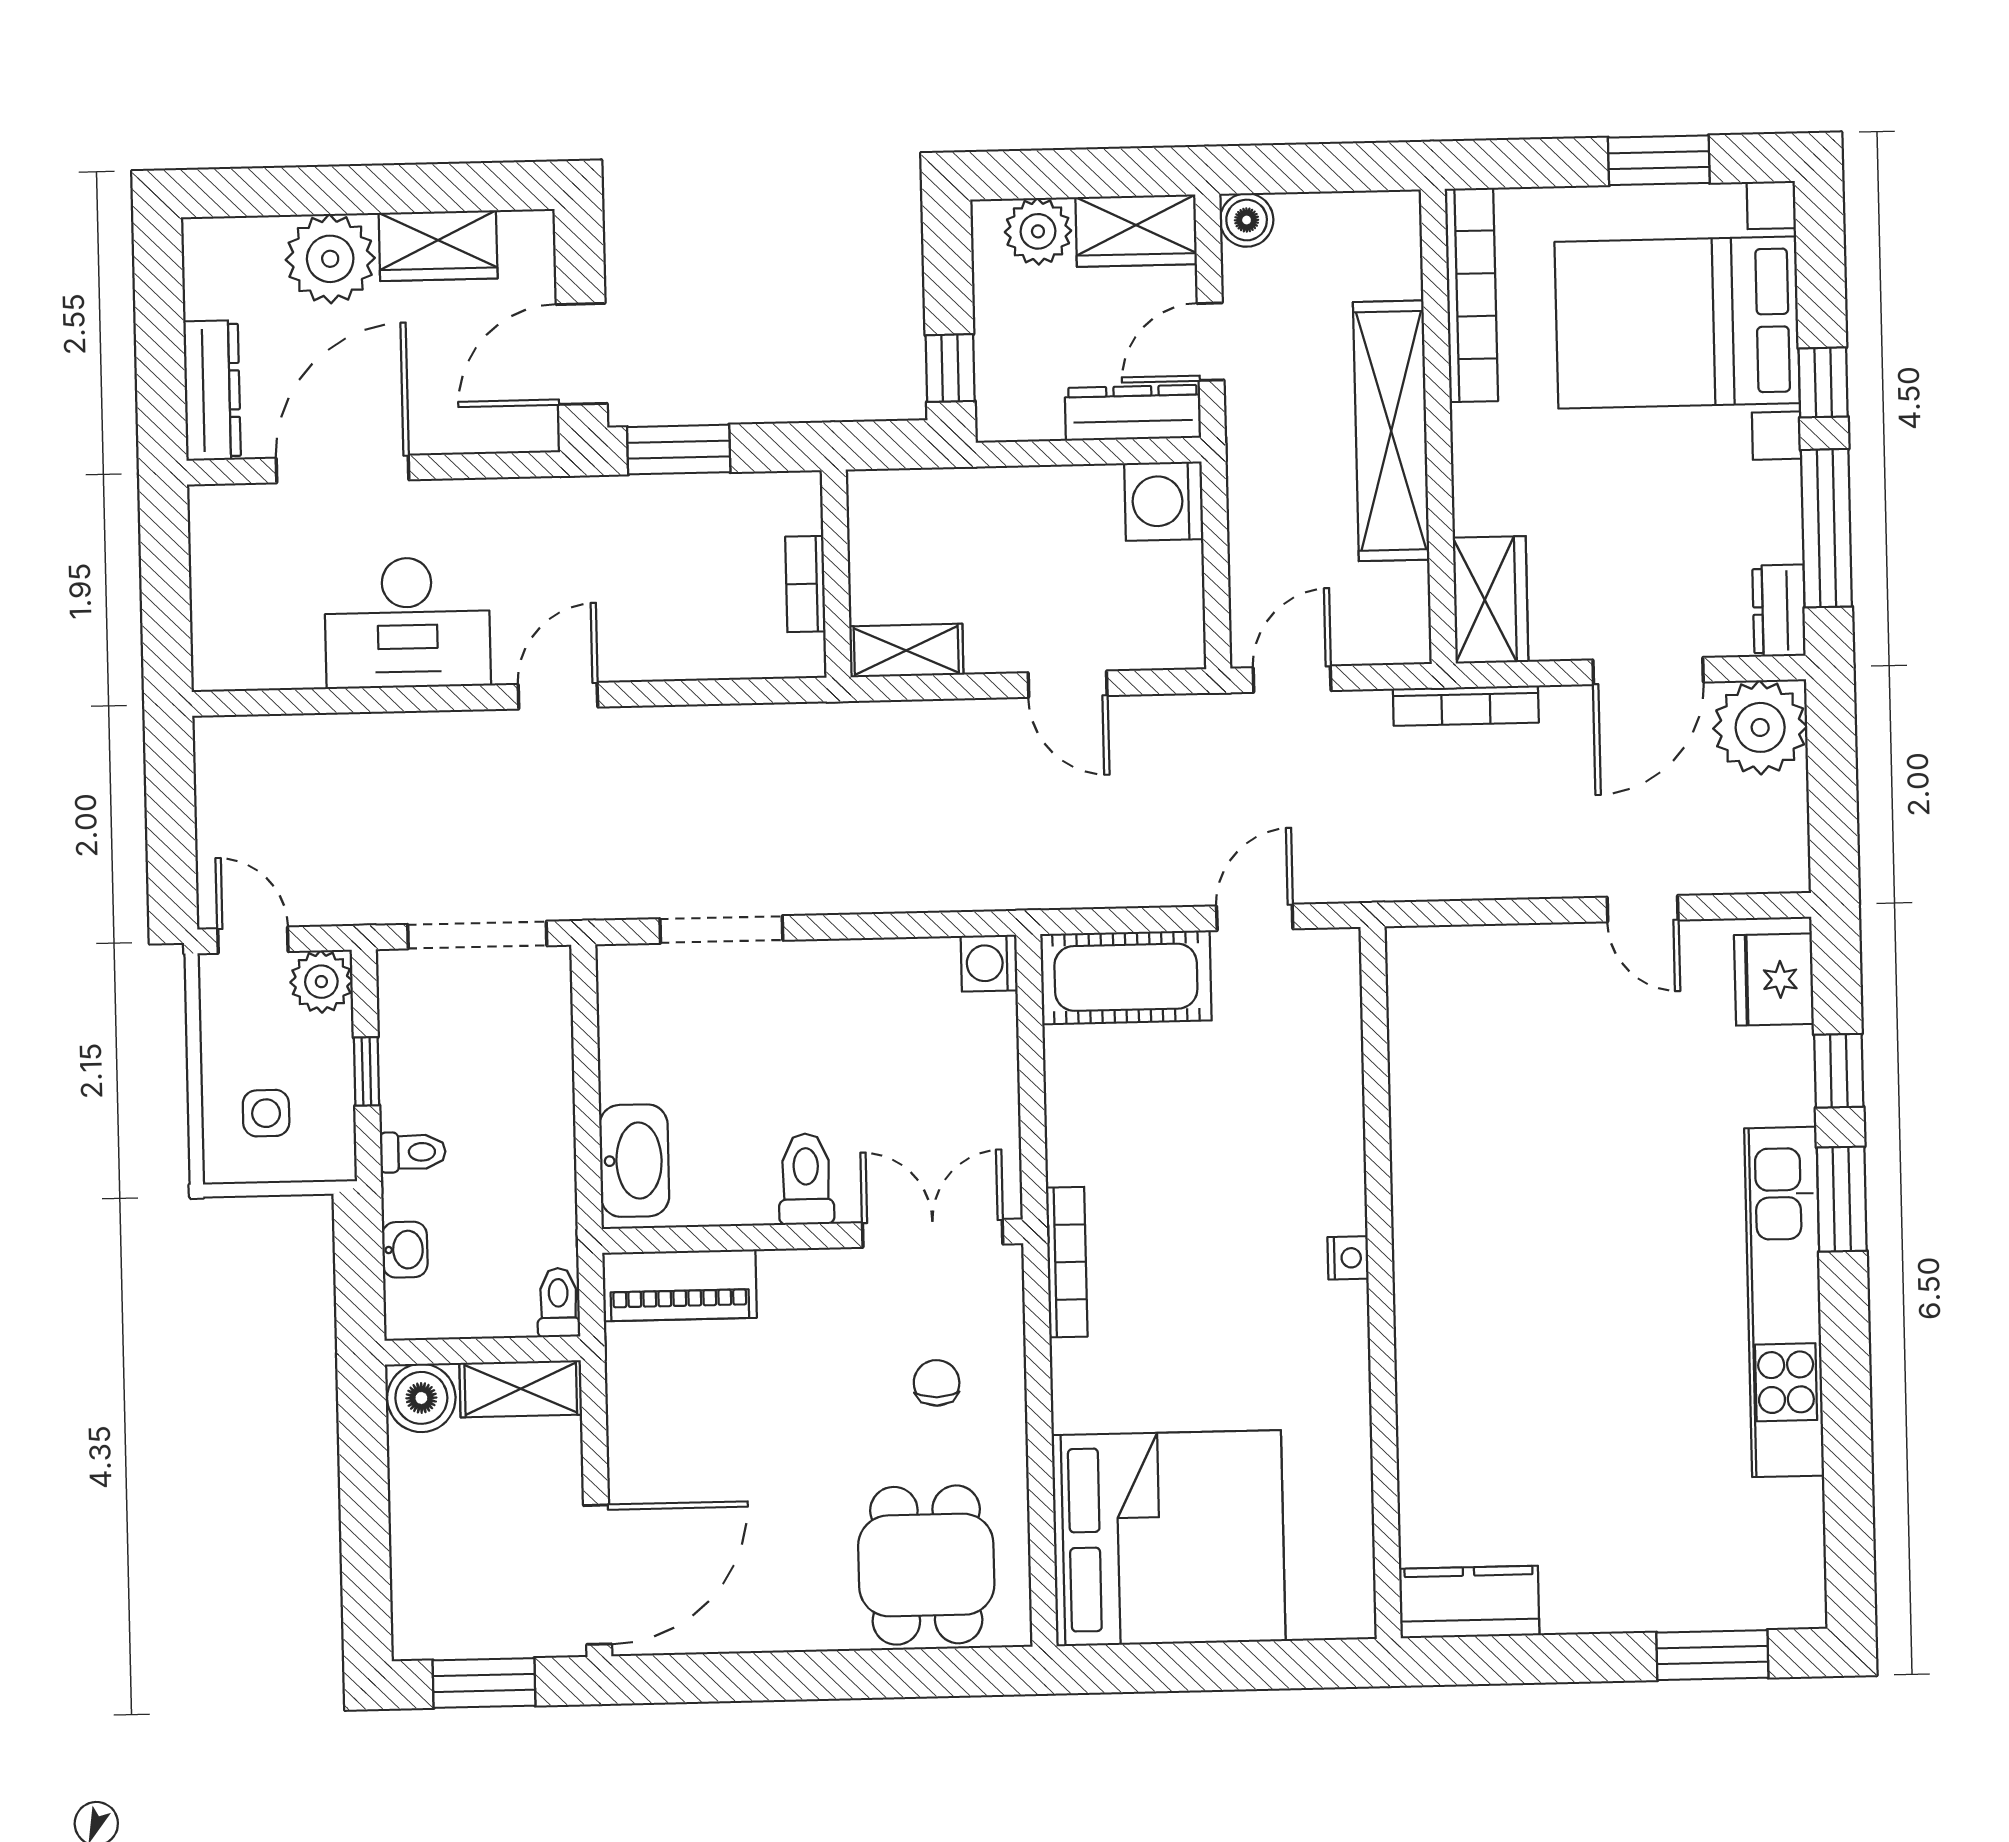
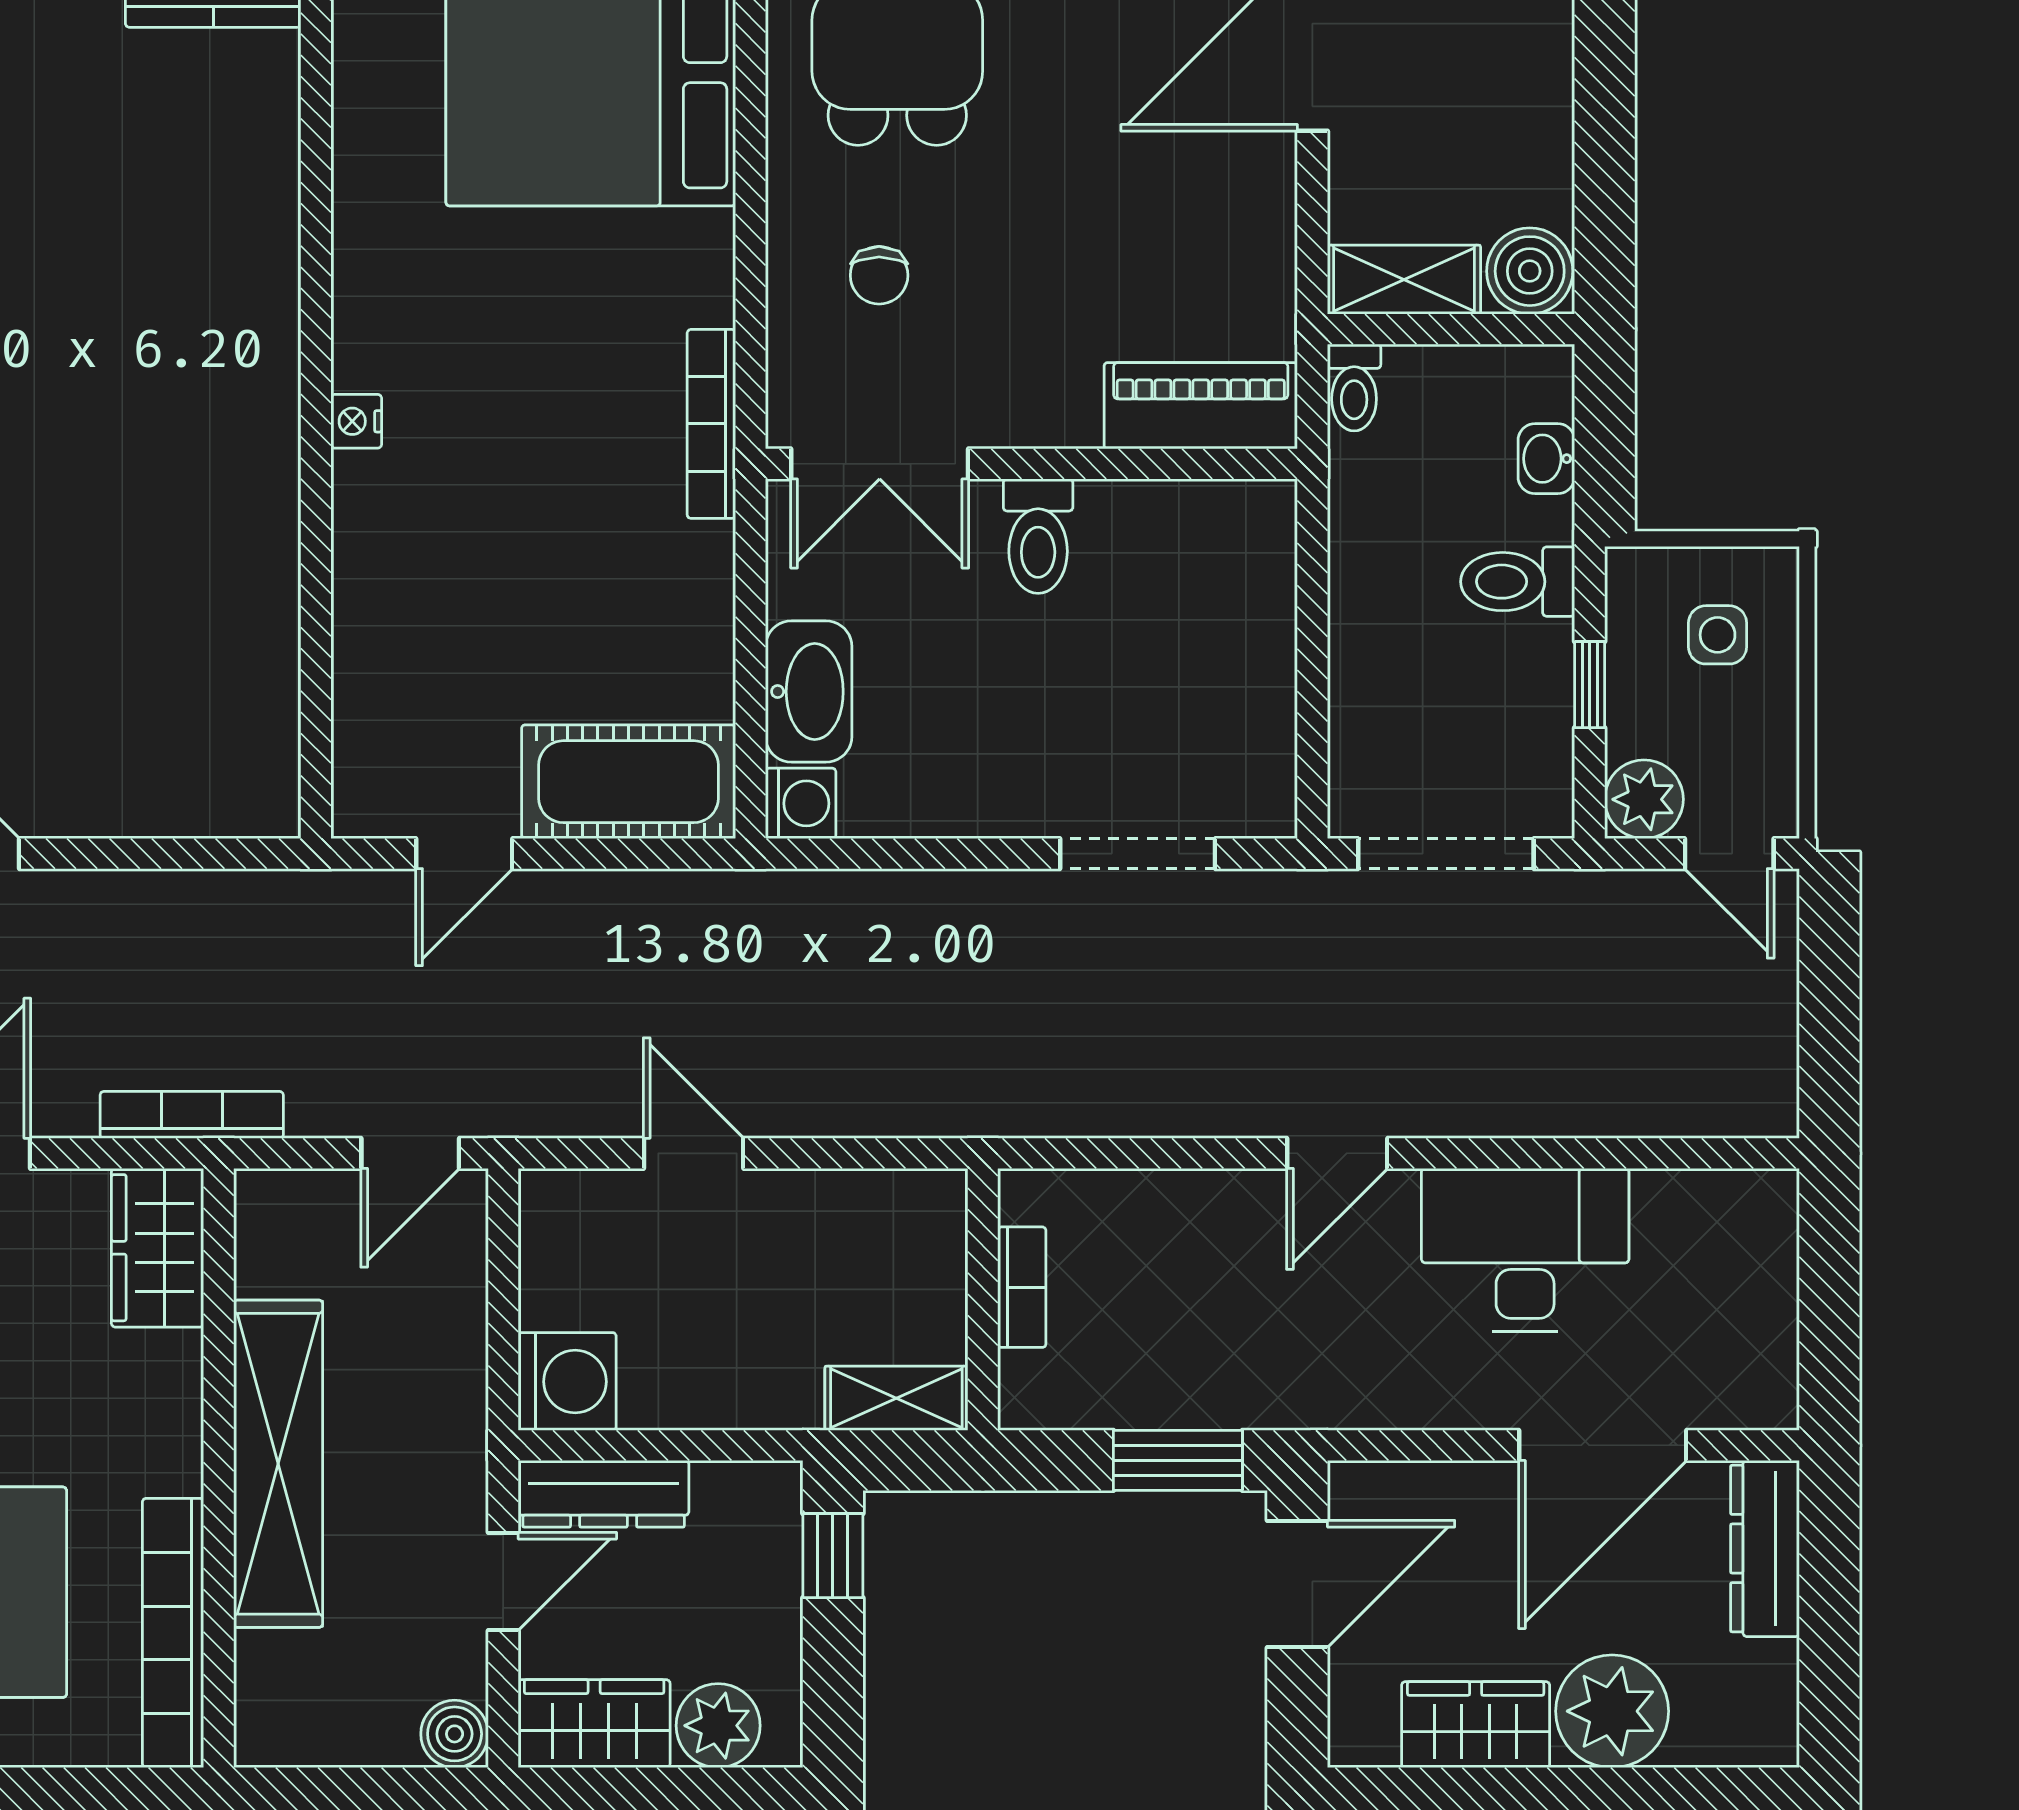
shelving: (906, 650) -> (896, 1398), moved
toilet: (413, 1152) -> (1518, 582), width x1.37, depth x1.39
washbasin: (634, 1161) -> (809, 692), moved, turned 180

